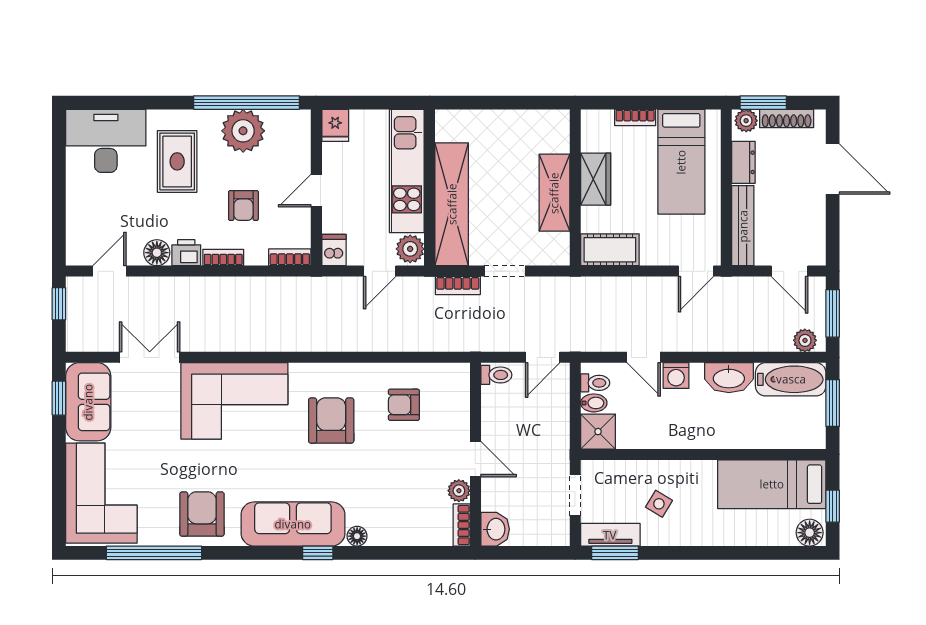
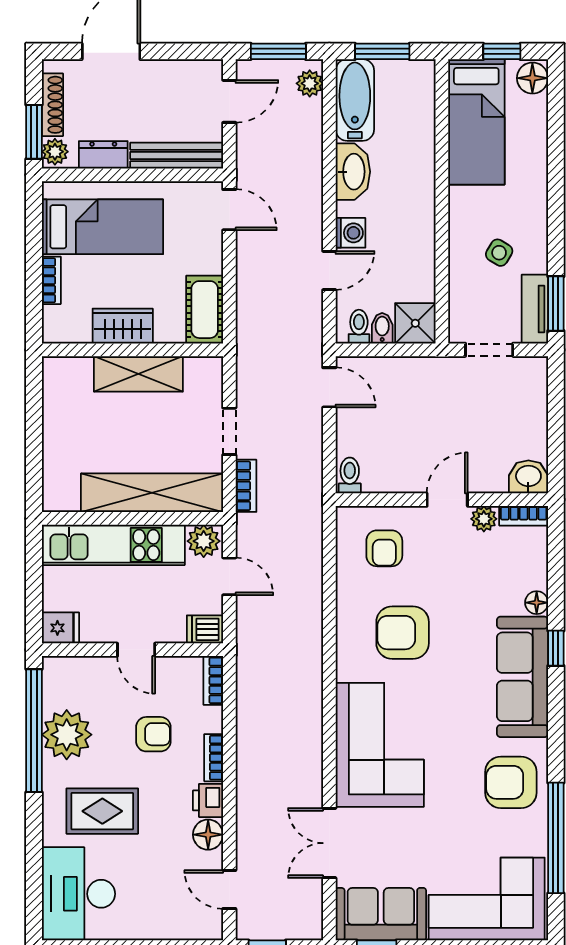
toilet: (496, 375) -> (350, 475), moved
wall: (475, 454) -> (442, 500), moved
door: (475, 459) -> (447, 500), moved
plant: (459, 491) -> (484, 519), moved
bookcase: (462, 525) -> (524, 516), moved
washbasin: (495, 529) -> (528, 477), moved

